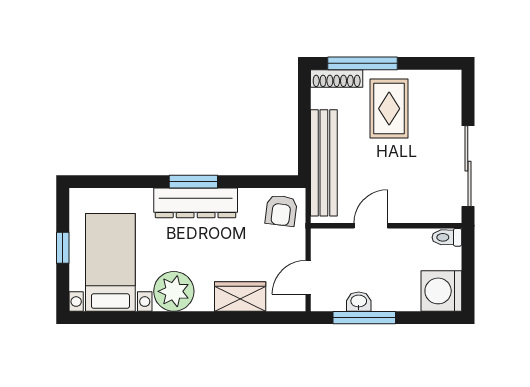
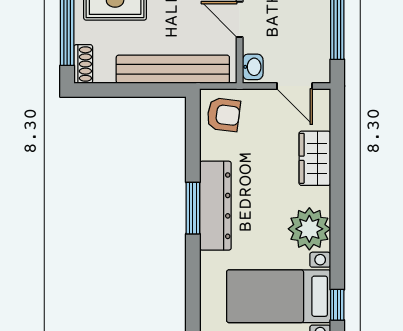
shoe rack: (337, 79) -> (83, 64), width x0.70
washbasin: (359, 302) -> (253, 67), moved, turned 180
window: (102, 318) -> (337, 305), added

